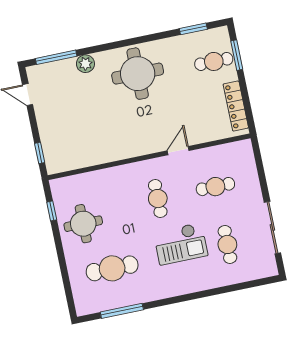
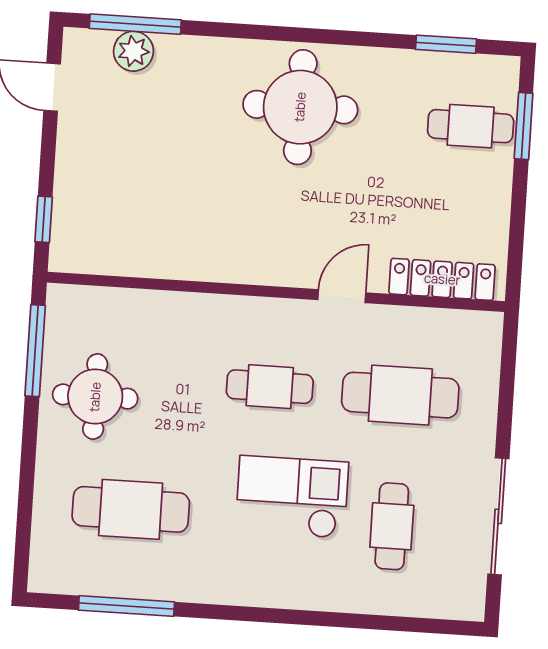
plant: (85, 64) -> (134, 51), moved
locker: (236, 106) -> (442, 279), moved, turned 90
cafe table: (215, 187) -> (400, 395), width x1.37, depth x1.35
cafe table: (158, 199) -> (270, 387), turned 90
window: (52, 211) -> (35, 351), width x2.17
checkout: (181, 244) -> (292, 497), turned 180

